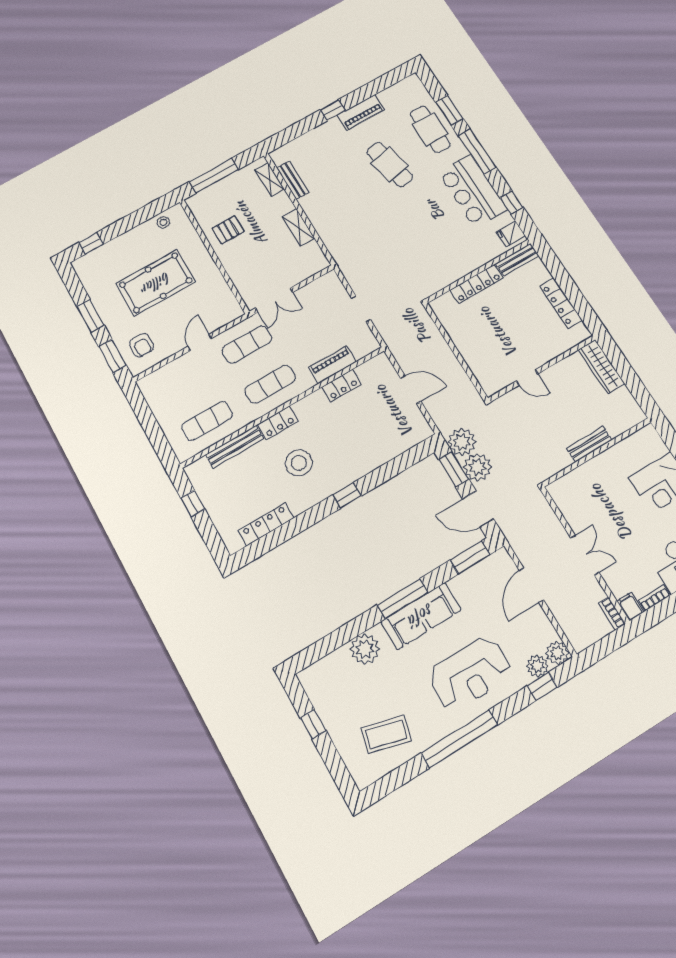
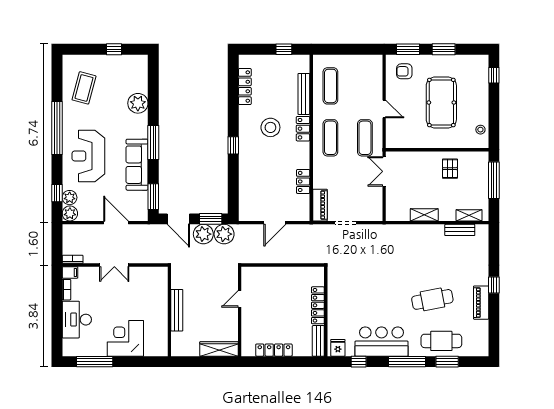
piano: (332, 365) -> (320, 205), moved
bench: (589, 444) -> (177, 310), width x1.36
door: (478, 509) -> (178, 219), swing flipped
sofa: (421, 616) -> (137, 165), moved

